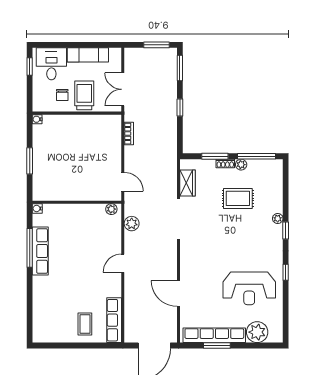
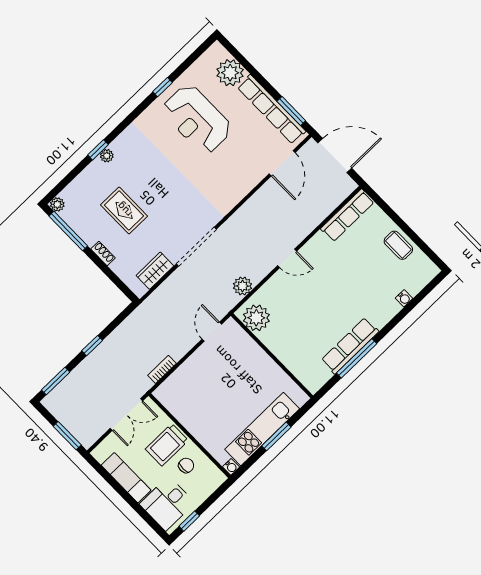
window: (156, 45) -> (67, 436), moved
window: (215, 156) -> (106, 270), removed
kitchen unit: (41, 157) -> (262, 429), added
plant: (241, 165) -> (57, 204), moved
water cooler: (37, 208) -> (404, 298), moved
plant: (111, 209) -> (256, 318), width x1.87, depth x1.87
window: (286, 231) -> (98, 150), moved
window: (286, 272) -> (163, 87), moved
reception desk: (249, 288) -> (197, 119), turned 180
door: (179, 294) -> (282, 163), moved
coffee table: (85, 324) -> (398, 245), moved, turned 90
window: (217, 345) -> (291, 111), moved

